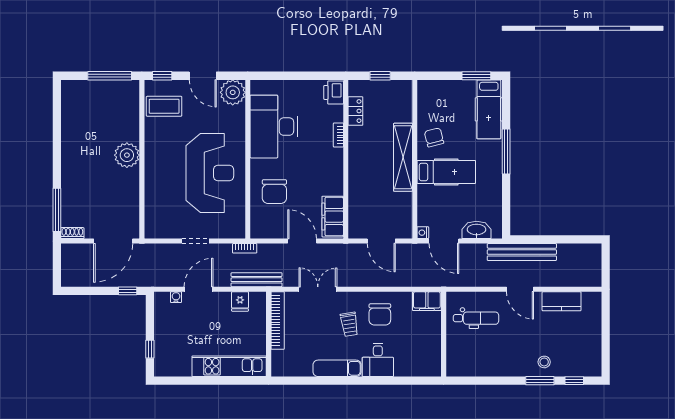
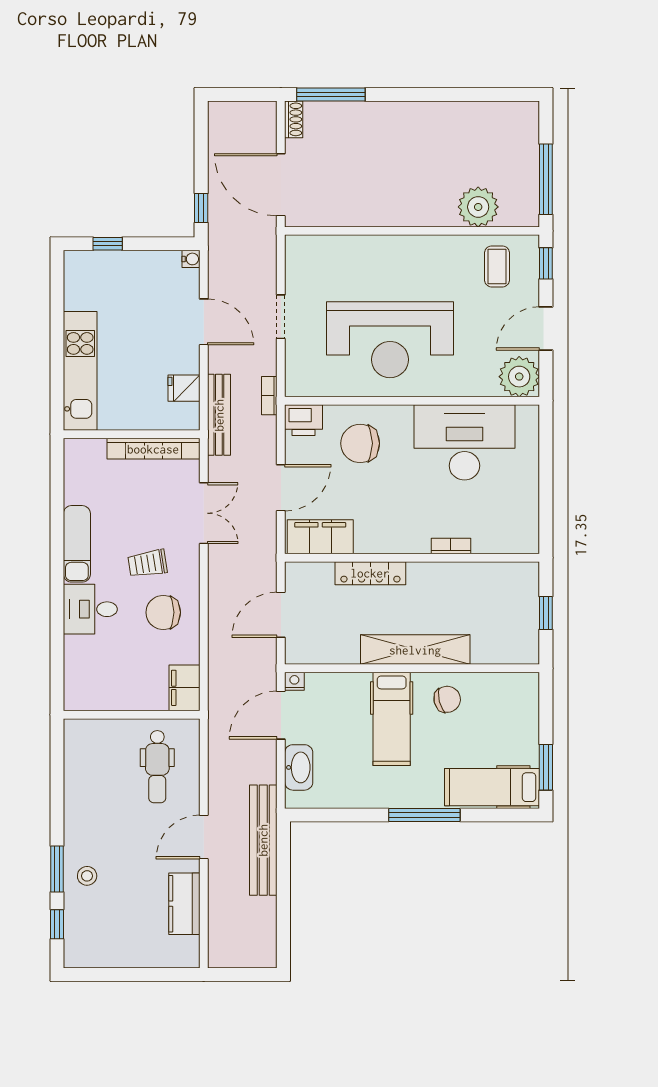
printer: (334, 92) -> (304, 420), moved, turned 180
coffee table: (164, 106) -> (497, 266), width x0.73, depth x0.77
locker: (355, 111) -> (370, 573), moved, width x1.53
plant: (127, 155) -> (478, 207), moved
water cooler: (176, 297) -> (191, 259), moved

